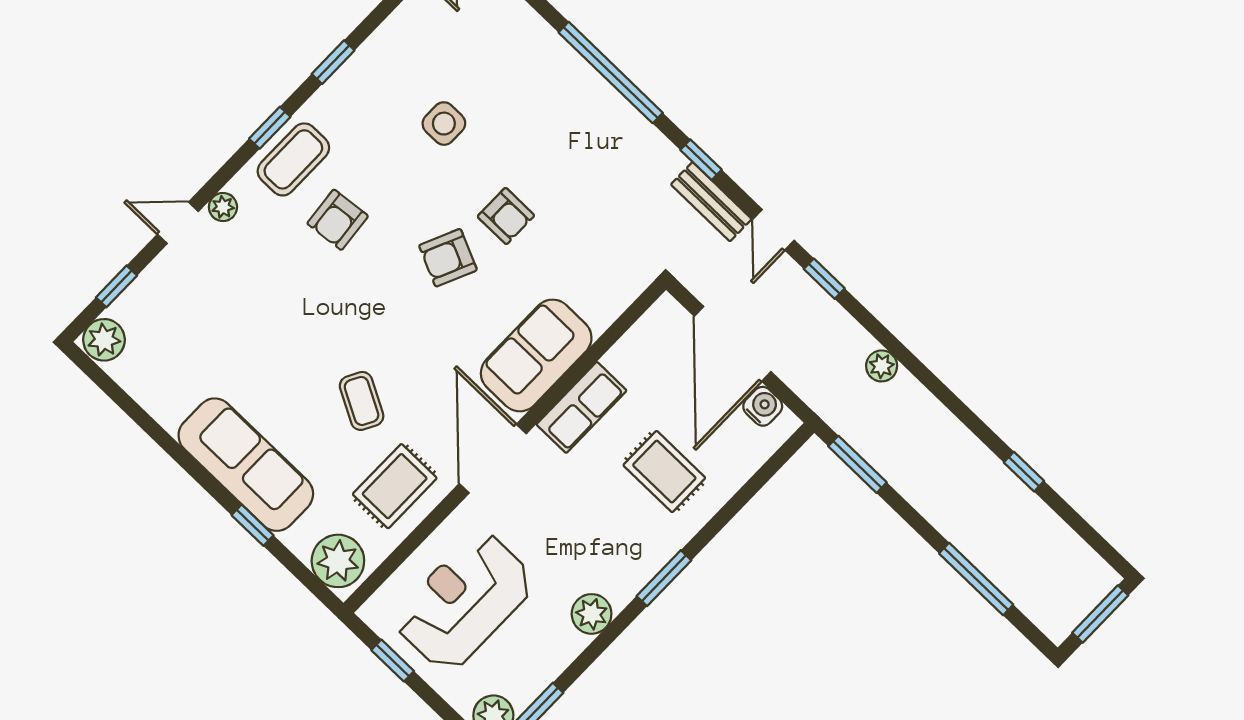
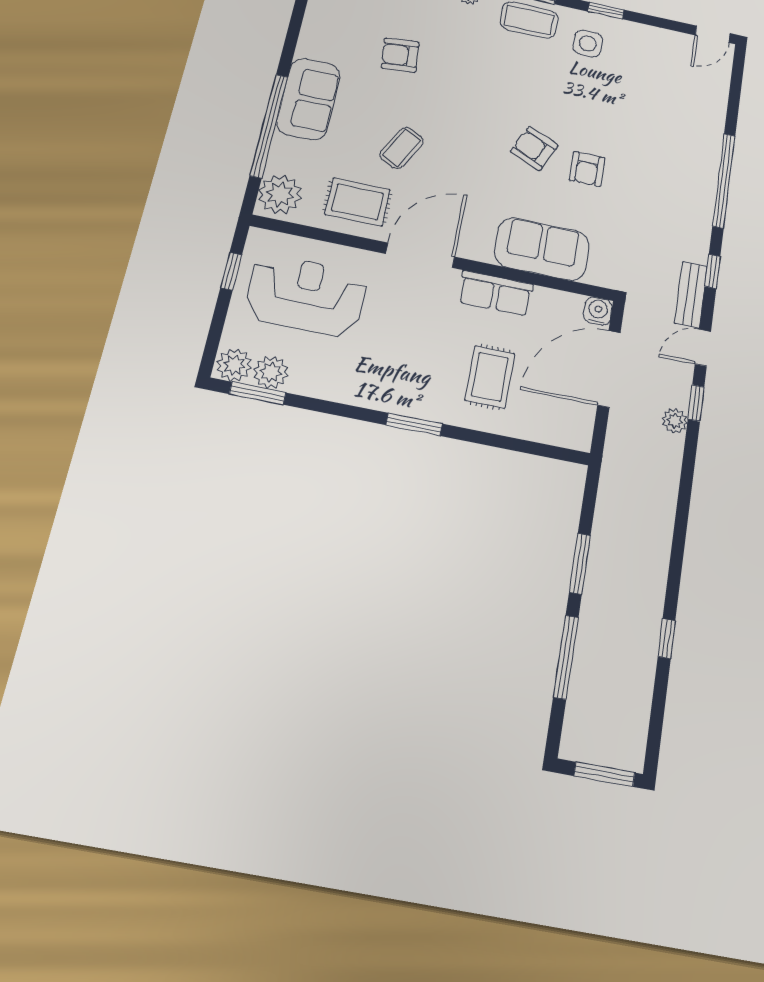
side table: (444, 124) -> (588, 44), moved
armchair: (338, 220) -> (400, 55), moved
sofa: (536, 355) -> (542, 249), moved
plant: (882, 366) -> (675, 421), moved
water cooler: (763, 406) -> (598, 311), moved, turned -90
window: (857, 464) -> (580, 564), moved
sofa: (246, 465) -> (308, 99), width x0.73
window: (253, 525) -> (269, 126), width x3.17
plant: (592, 614) -> (271, 372), moved

